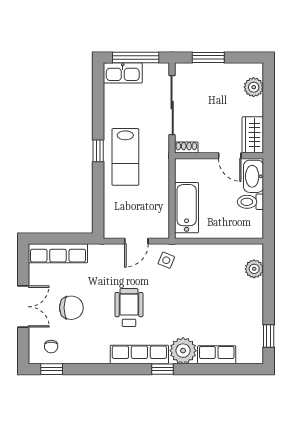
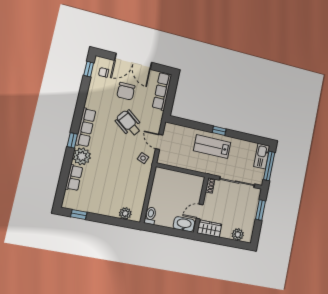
toilet: (250, 202) -> (150, 216), moved
bathtub: (187, 208) -> (173, 178), removed
double door: (23, 307) -> (133, 61), width x1.37
wheelchair: (129, 308) -> (129, 123), moved, turned -142

